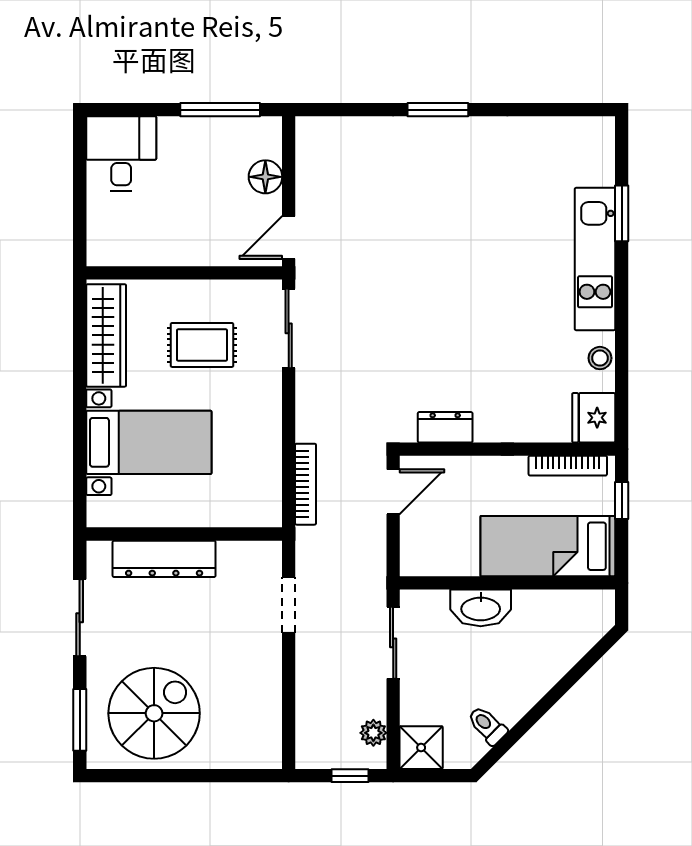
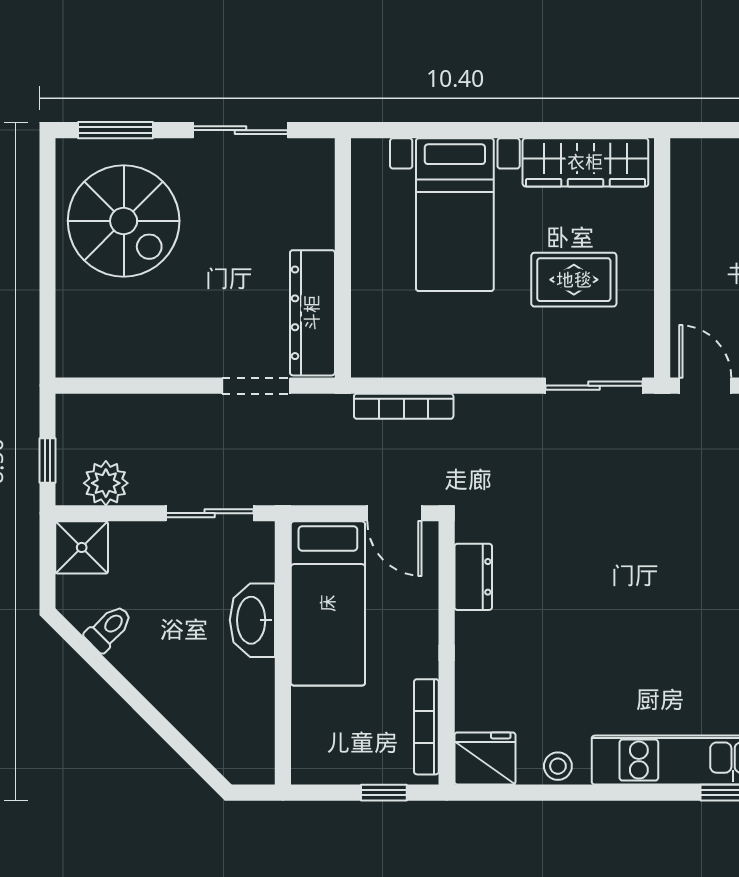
rug: (202, 345) -> (574, 280), turned 90
bed: (548, 546) -> (328, 603), moved, turned 180
dresser: (164, 559) -> (312, 313), moved
plant: (373, 733) -> (106, 483), width x1.38, depth x1.38

